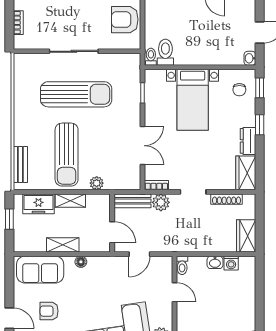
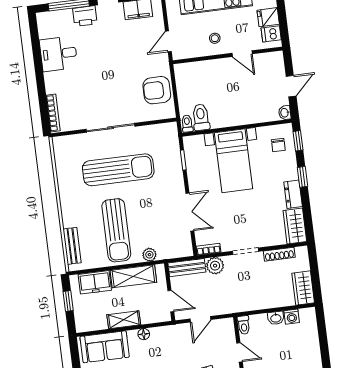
bookcase: (18, 23) -> (53, 113), width x1.56
shelving: (70, 201) -> (133, 276), width x1.50, depth x1.33

